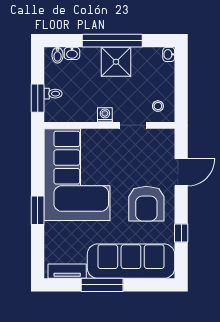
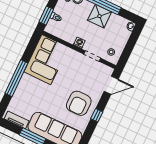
door: (181, 172) -> (111, 85), moved
corner sofa: (77, 175) -> (46, 60), width x0.73, depth x0.74
window: (38, 210) -> (16, 78), width x2.11
window: (181, 233) -> (97, 115), moved

